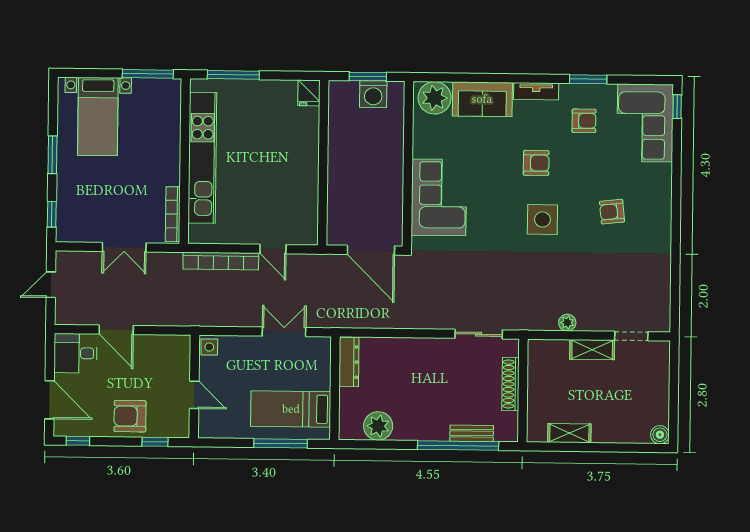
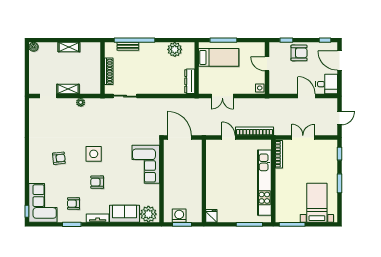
shelving: (569, 433) -> (69, 47), moved

